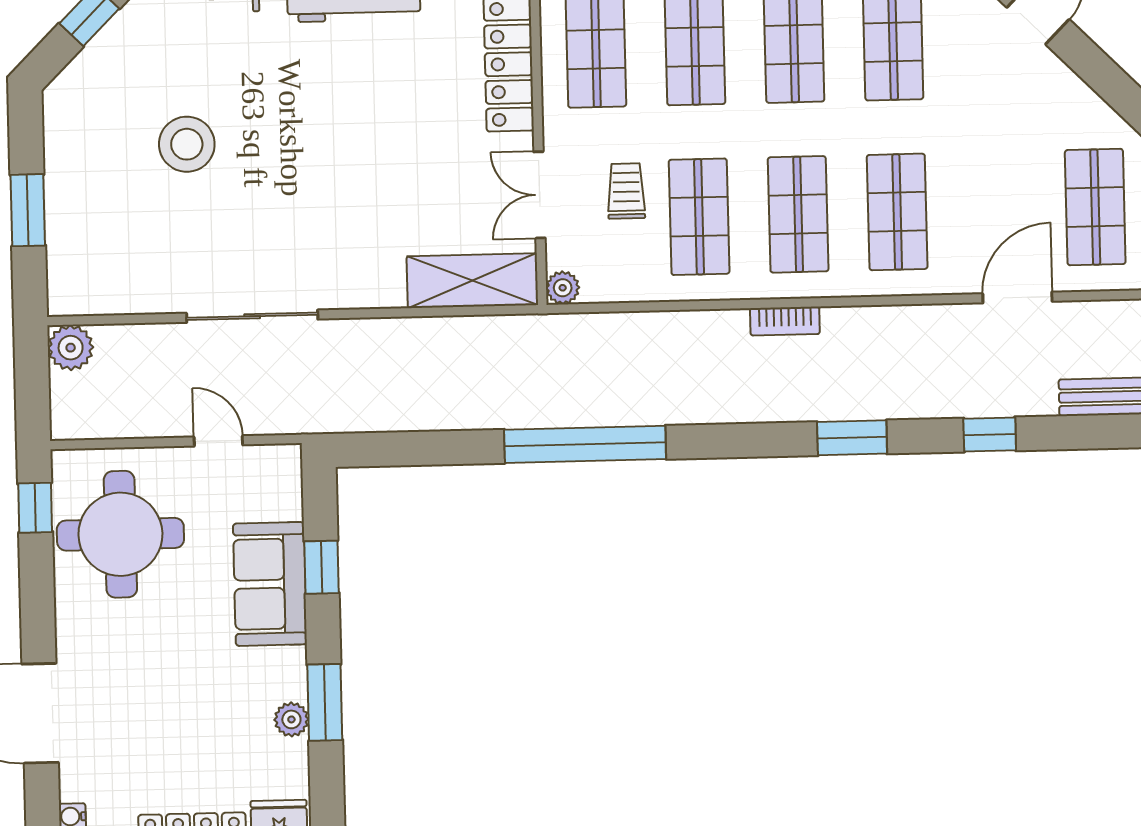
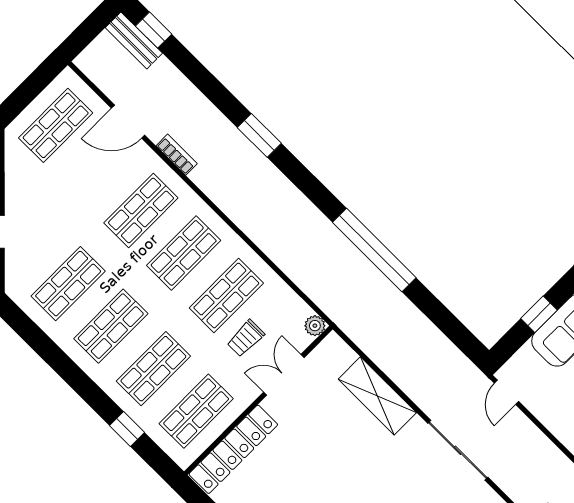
double door: (540, 195) -> (284, 375), swing flipped
shelving: (472, 281) -> (377, 396), moved
bookcase: (785, 321) -> (177, 155), moved
window: (990, 434) -> (154, 30), moved
door: (218, 441) -> (506, 392), moved

